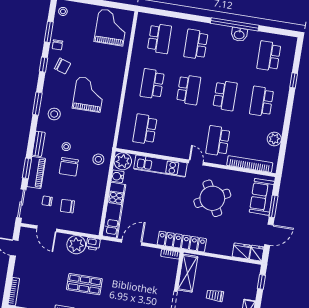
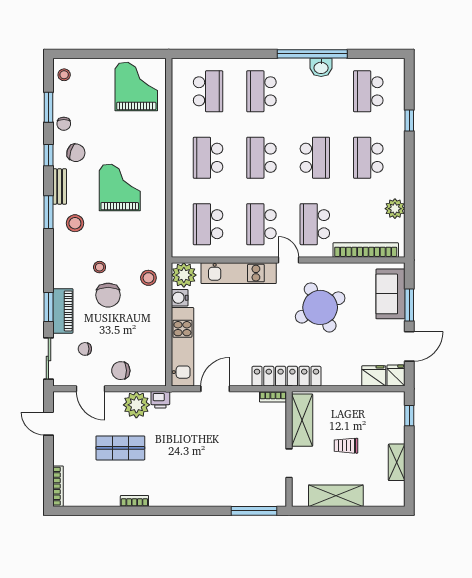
school desk: (189, 90) -> (261, 158), turned 180
school desk: (181, 135) -> (261, 224), added
bench: (39, 144) -> (60, 186), moved
chair: (67, 206) -> (121, 371), moved
shop shelf: (84, 284) -> (120, 448), moved

